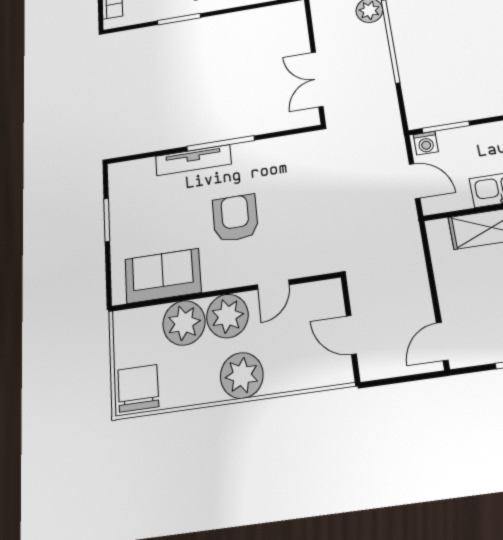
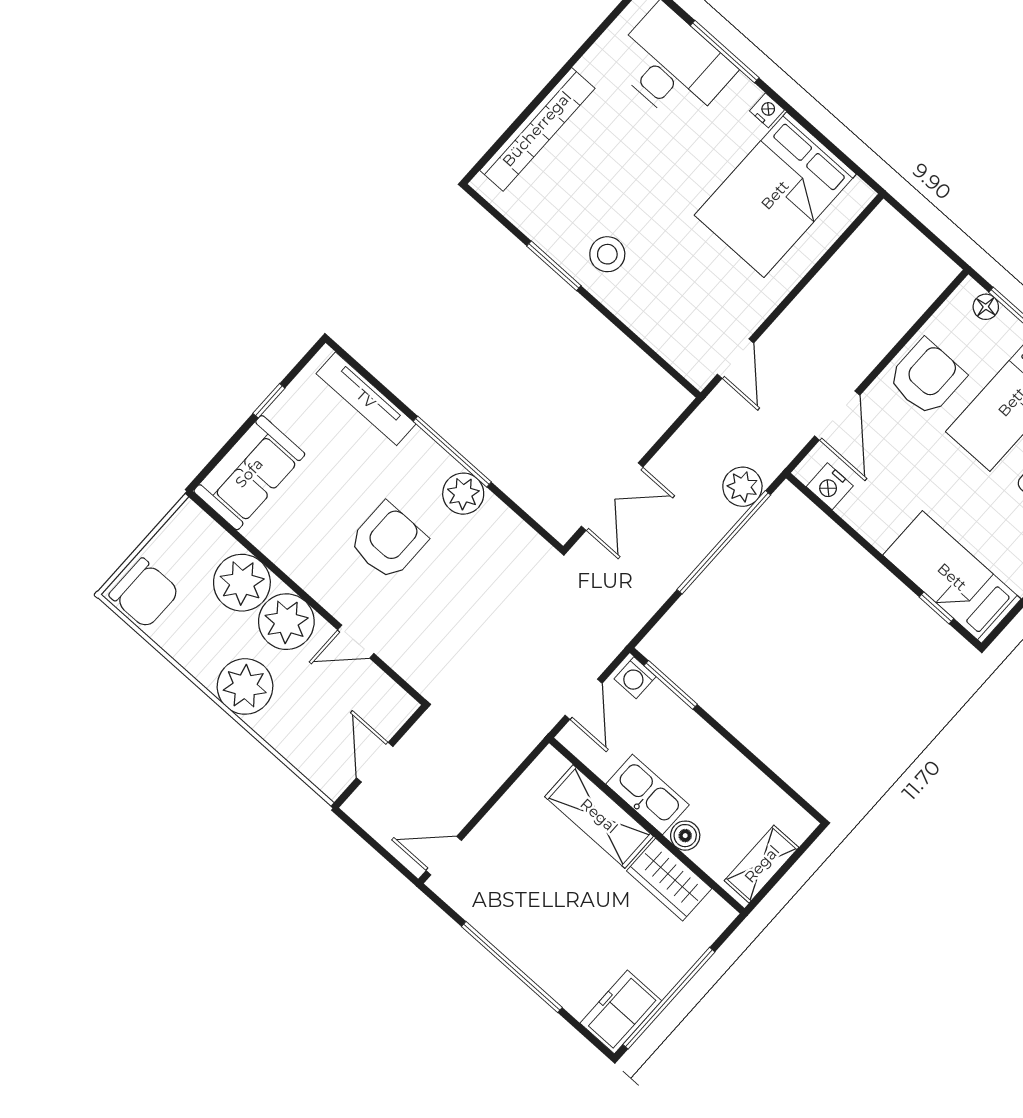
double door: (317, 79) -> (612, 497), swing flipped
plant: (247, 156) -> (463, 494), added
tv unit: (193, 160) -> (366, 399), moved
window: (107, 220) -> (269, 401), width x0.67
sofa: (163, 276) -> (249, 473), moved, turned 90
chair: (138, 388) -> (144, 593), turned 90

